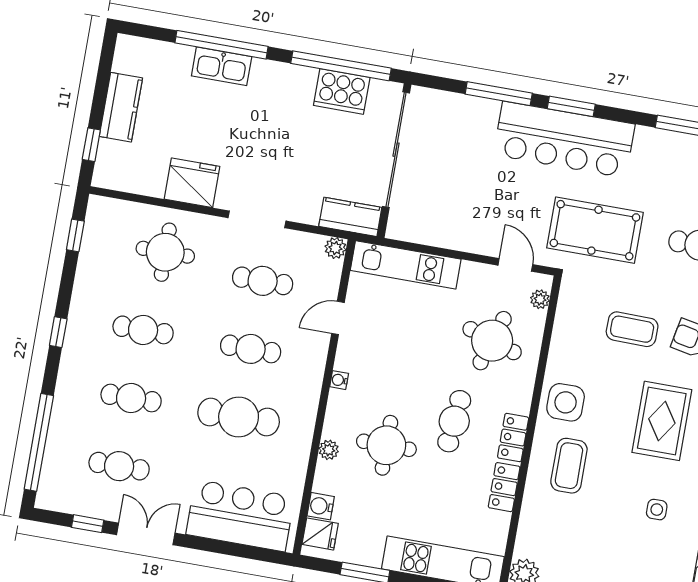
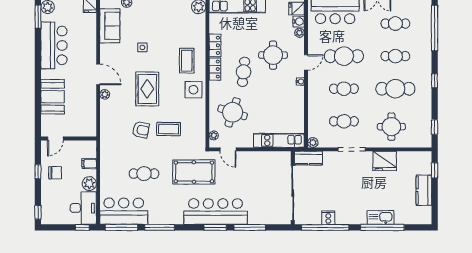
cooker: (342, 91) -> (328, 218), width x0.53, depth x0.76
door: (338, 318) -> (306, 62), moved
cafe table: (143, 330) -> (395, 89), width x1.37, depth x1.35
plant: (329, 450) -> (299, 33), moved

